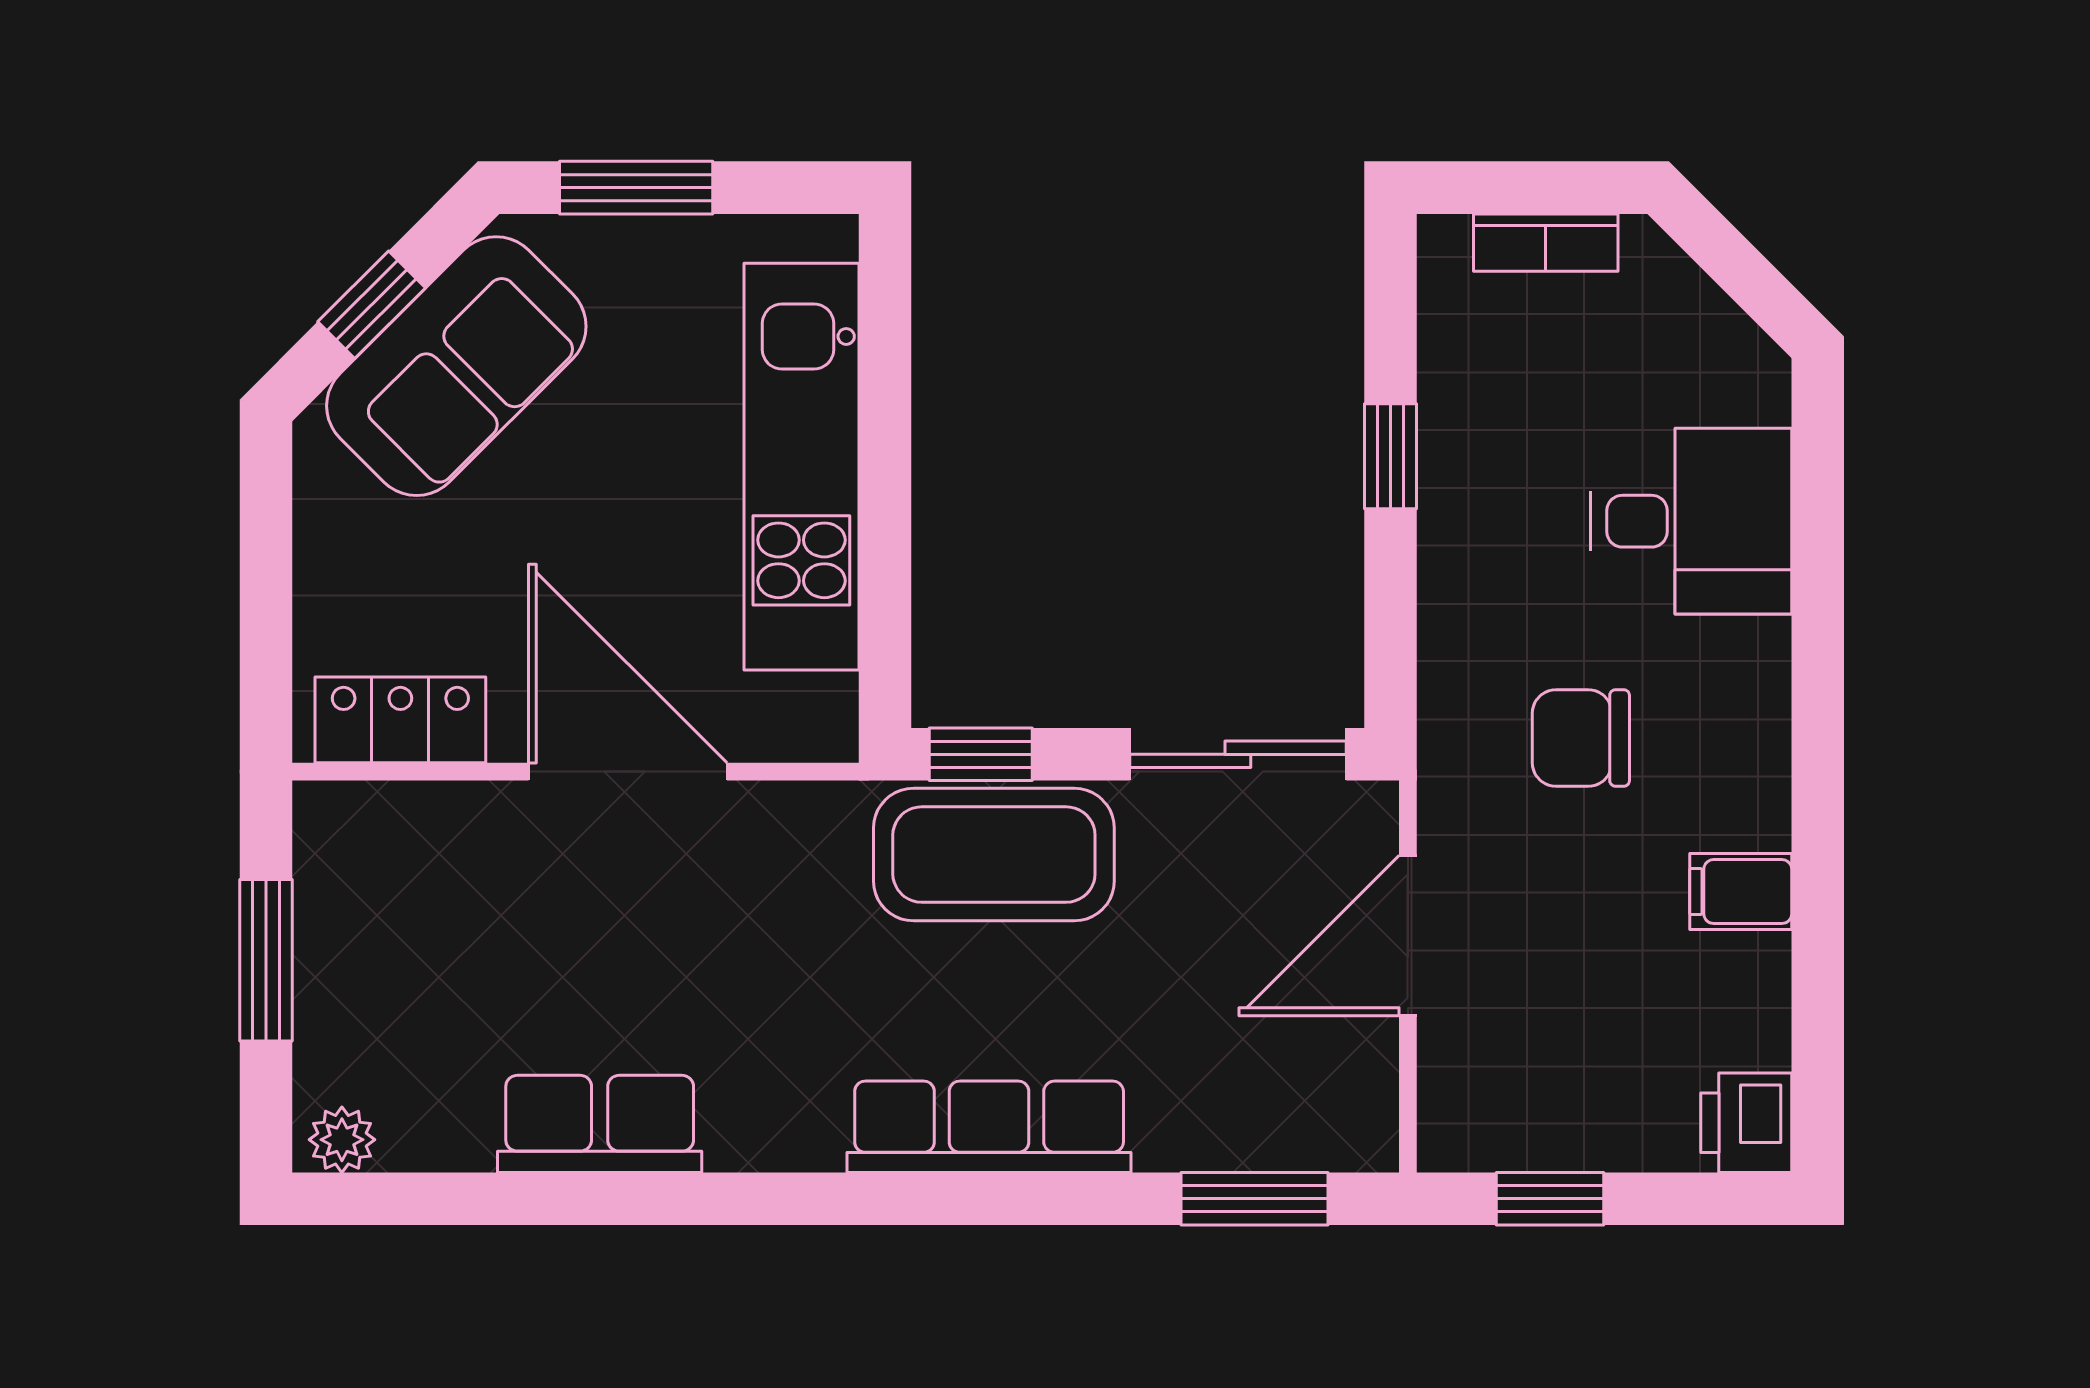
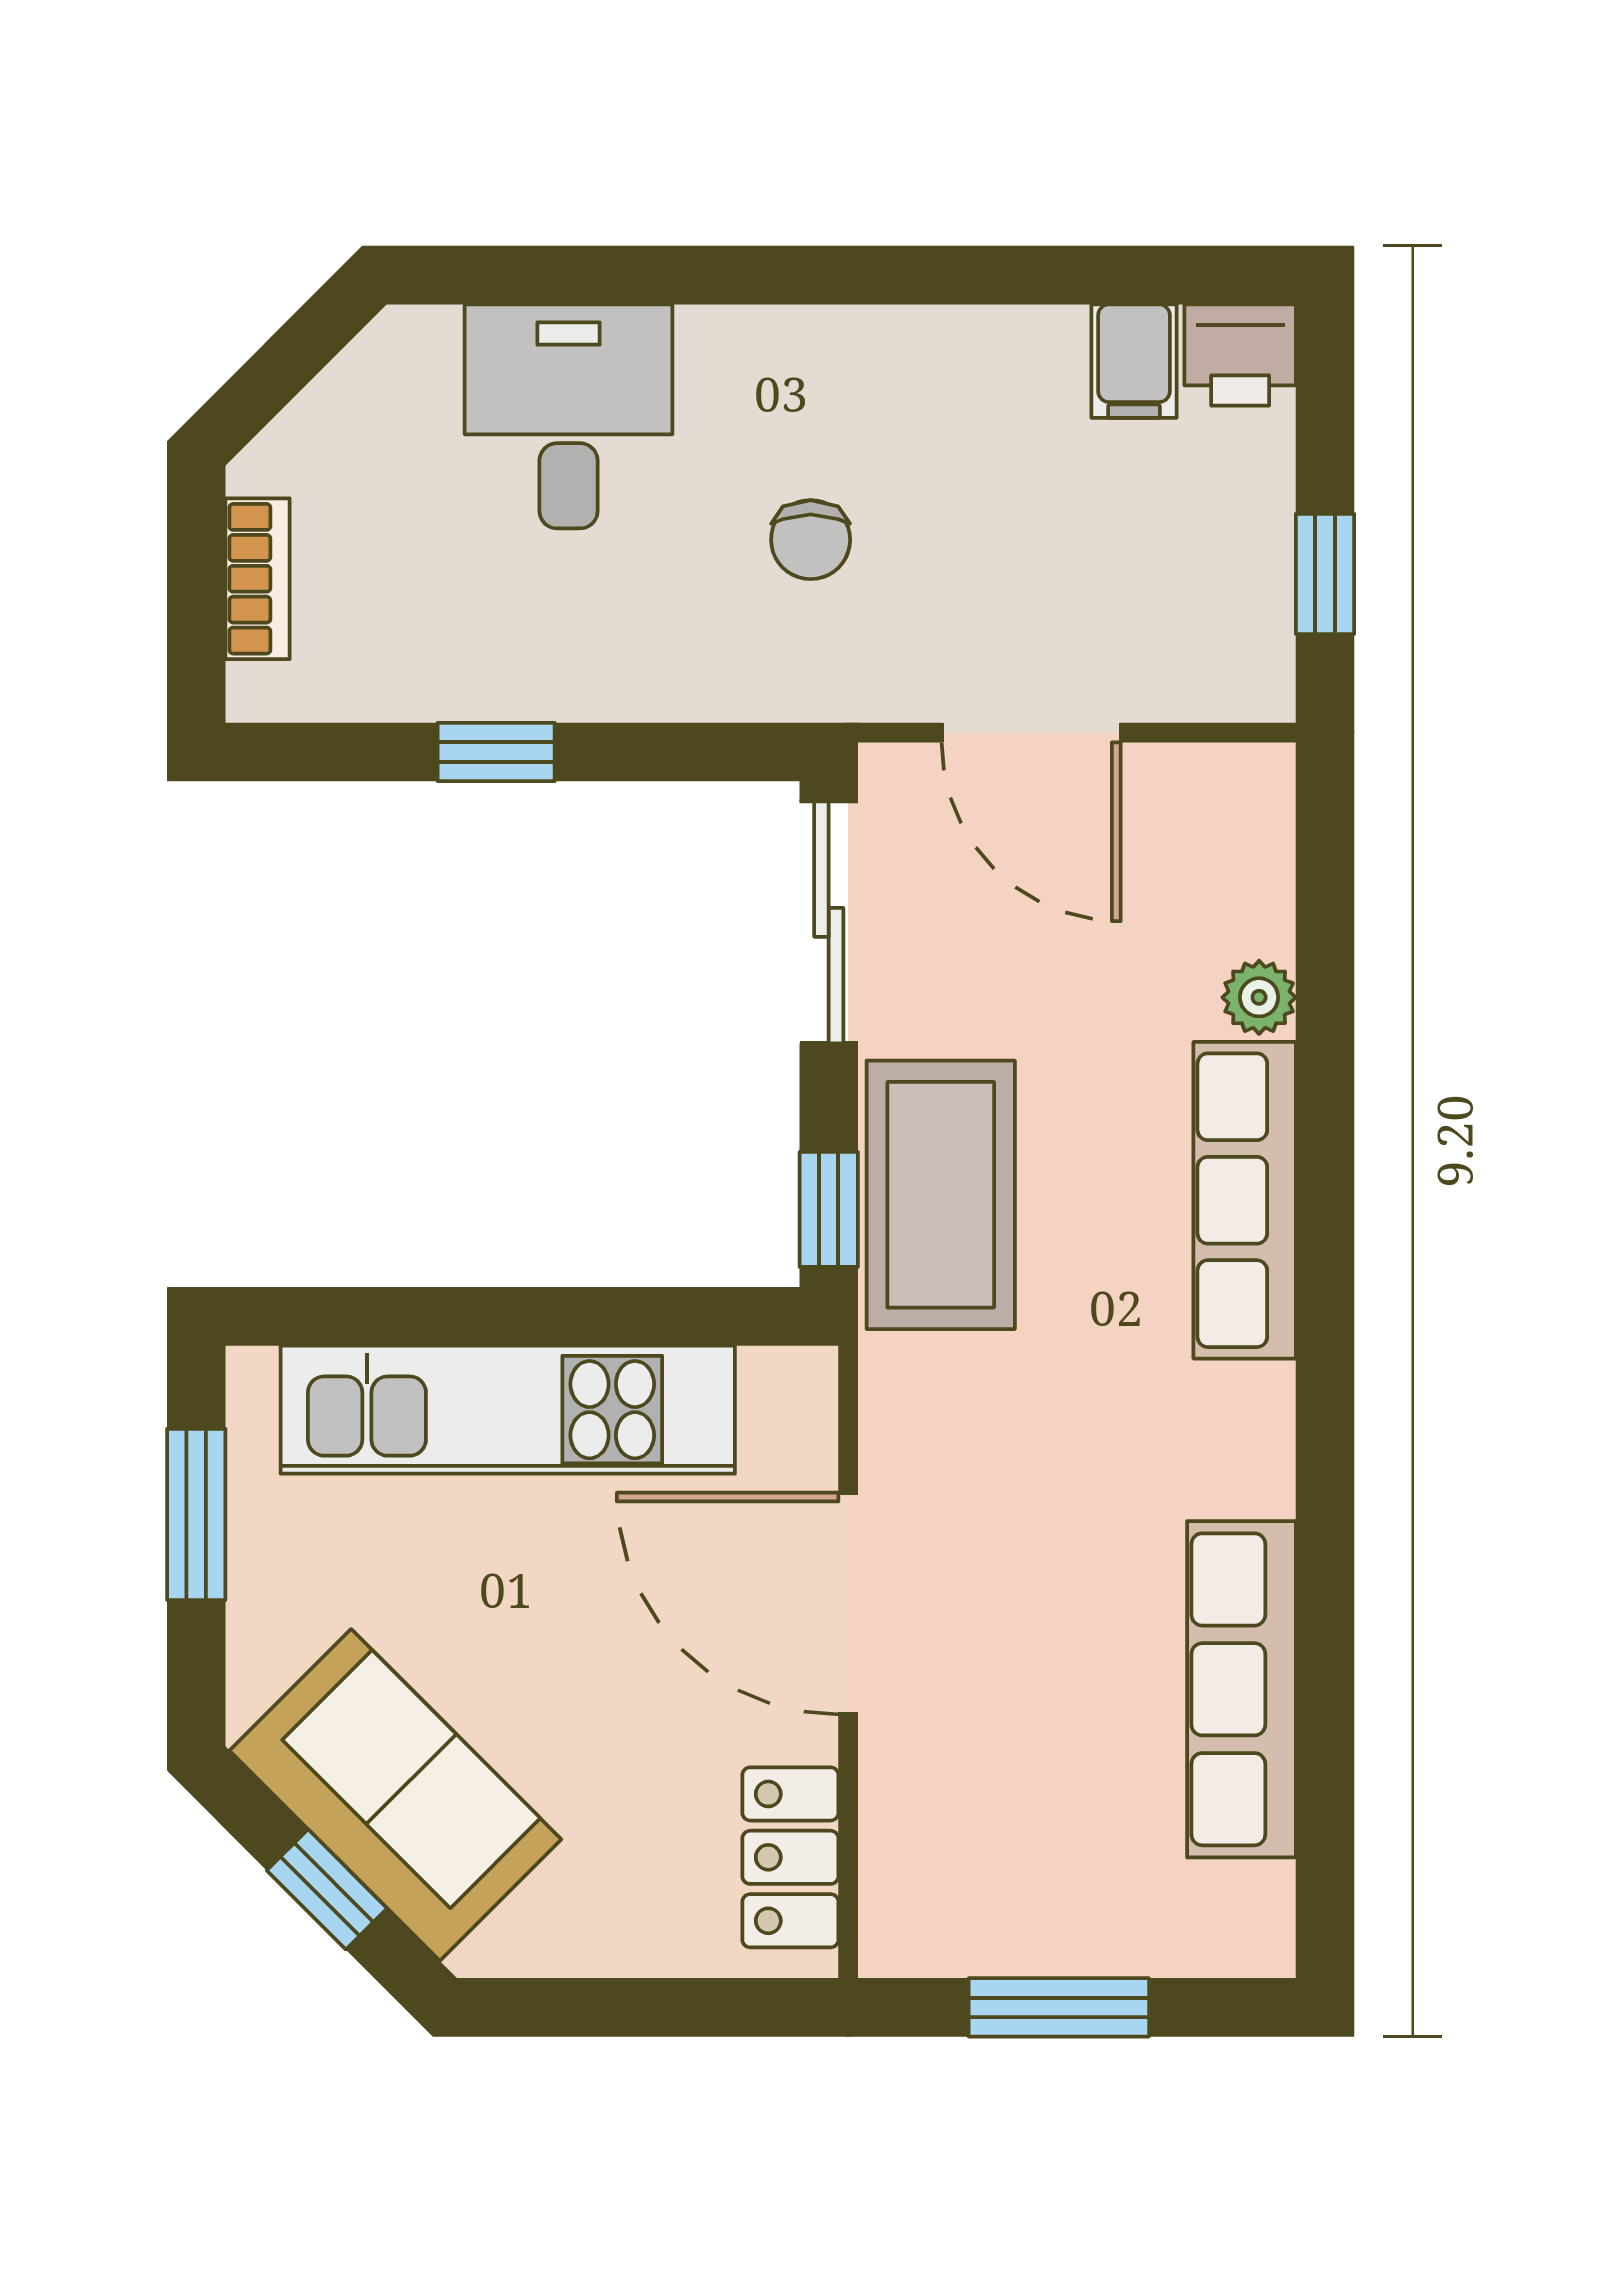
window: (636, 188) -> (196, 1514), moved
chair: (1581, 738) -> (811, 540), width x0.73, depth x0.73
door: (628, 772) -> (848, 1603), hinge flipped
filing cabinet: (1741, 892) -> (1134, 361), moved
row of seats: (600, 1124) -> (1241, 1689), width x1.48
plant: (342, 1140) -> (1259, 997), moved
window: (1255, 1199) -> (1325, 904), removed

